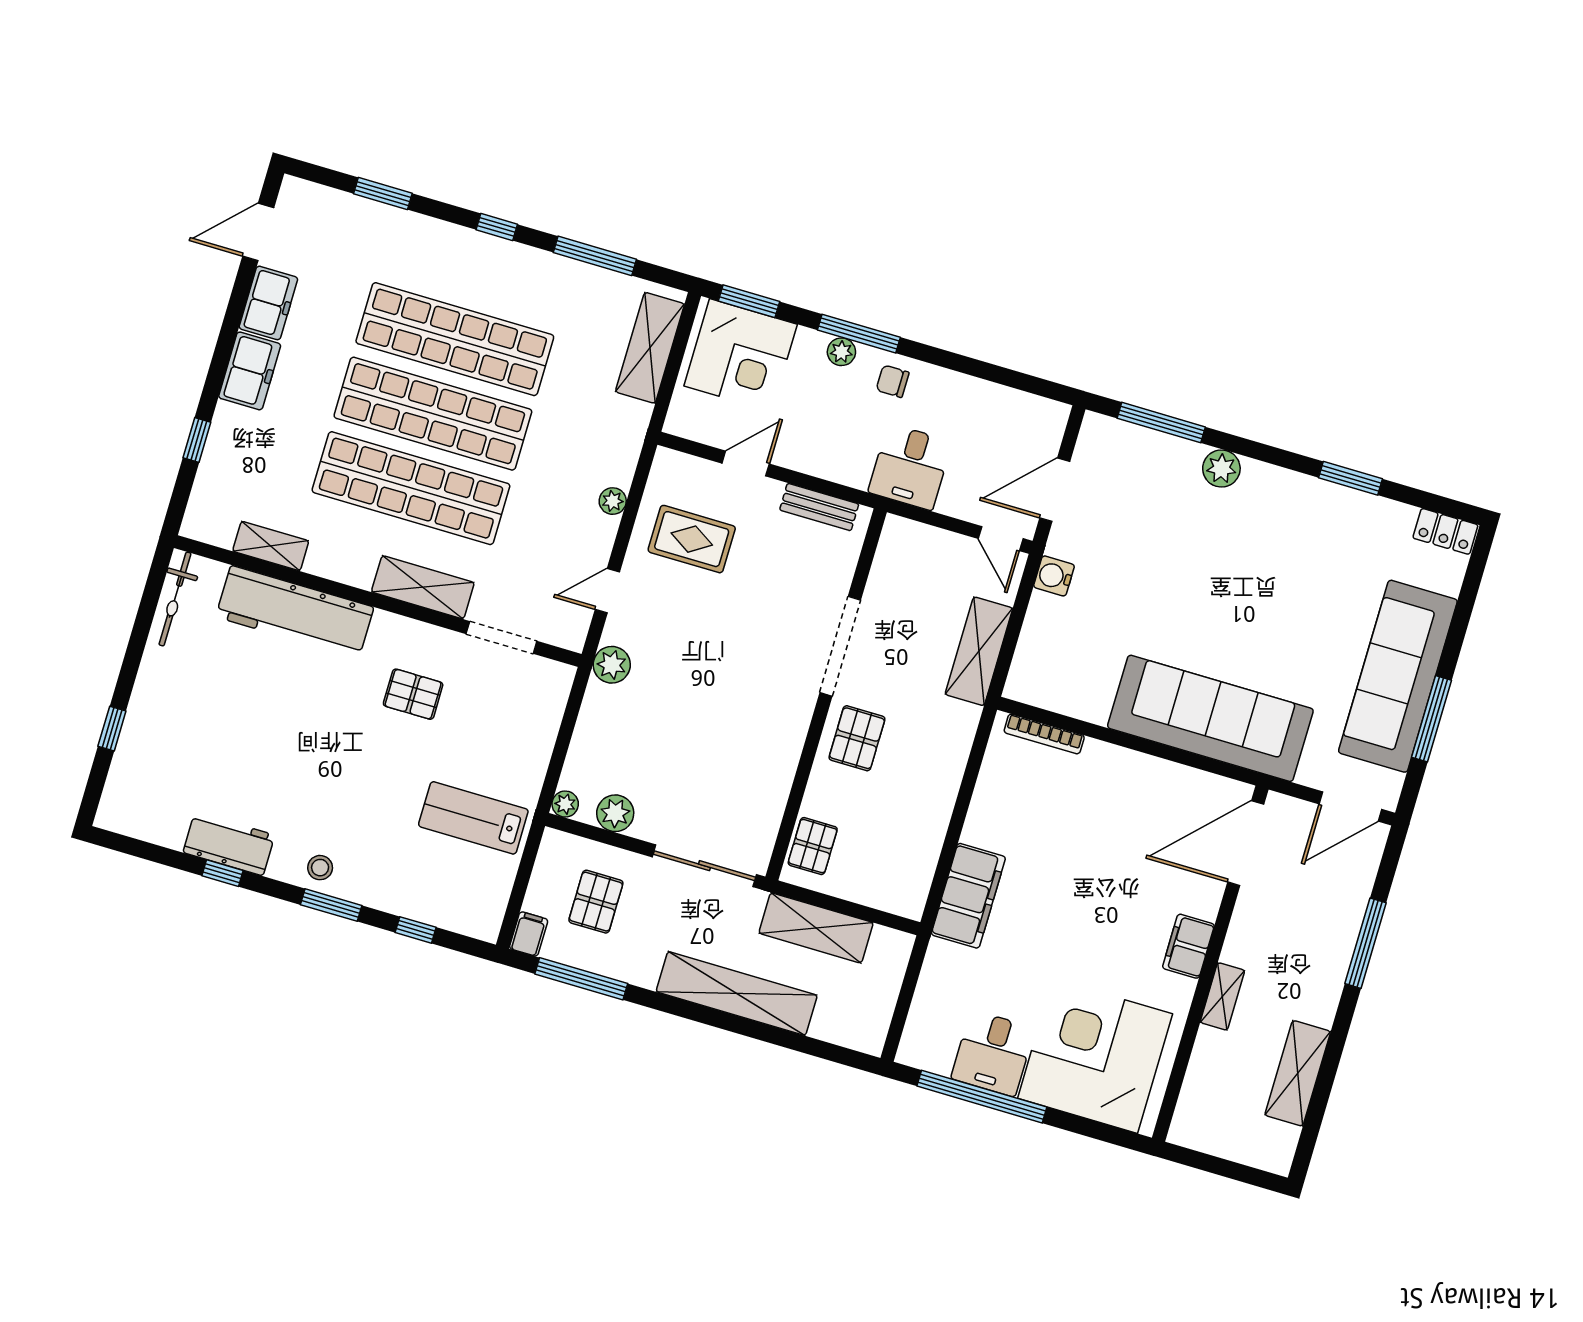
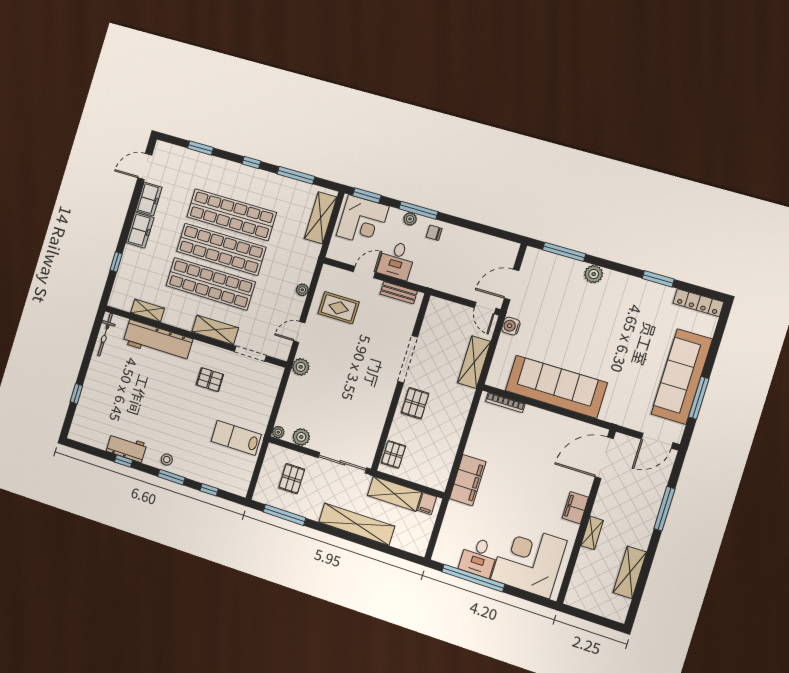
desk: (910, 467) -> (396, 260), moved
locker: (1445, 531) -> (698, 303), width x1.53
sofa: (1210, 718) -> (556, 387), moved
filing cabinet: (529, 934) -> (427, 504), moved, turned 180

